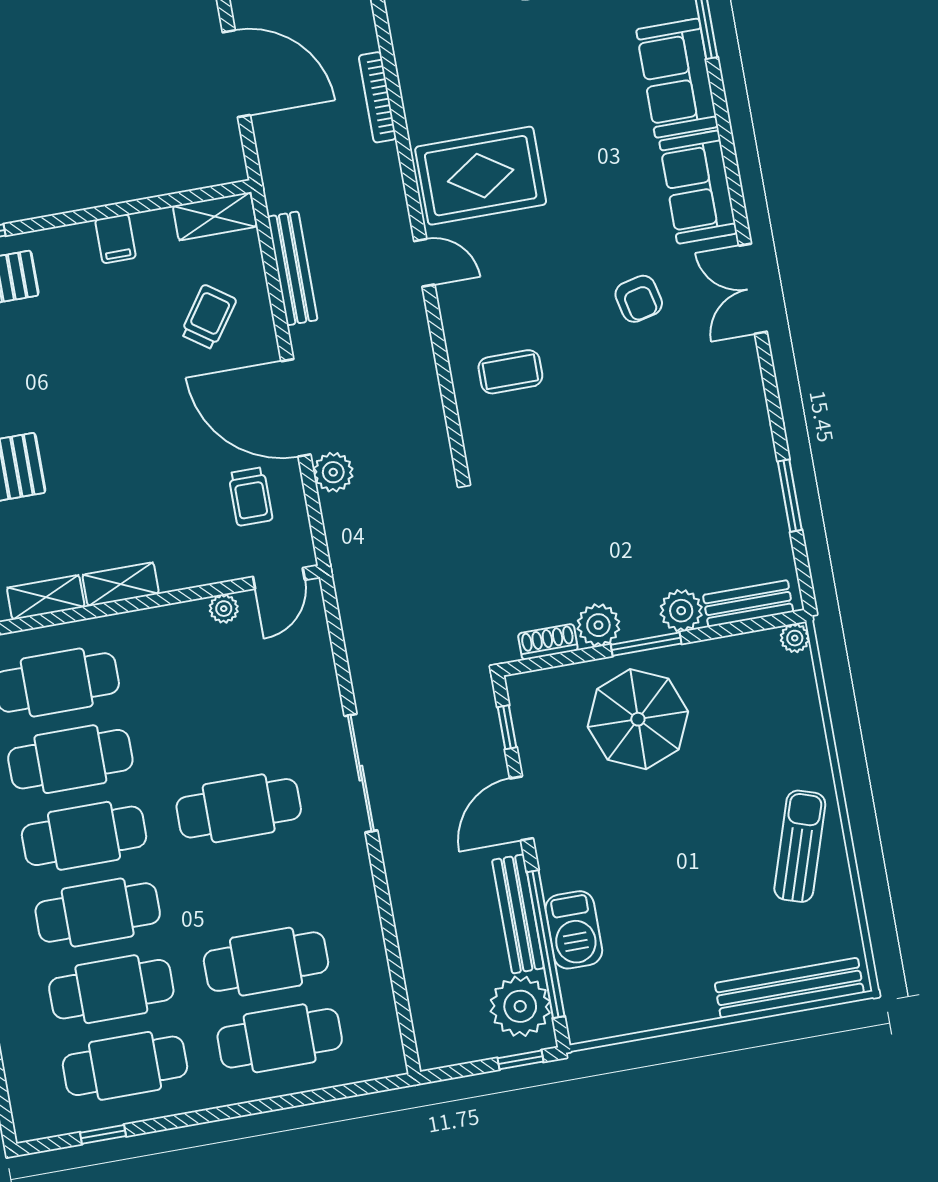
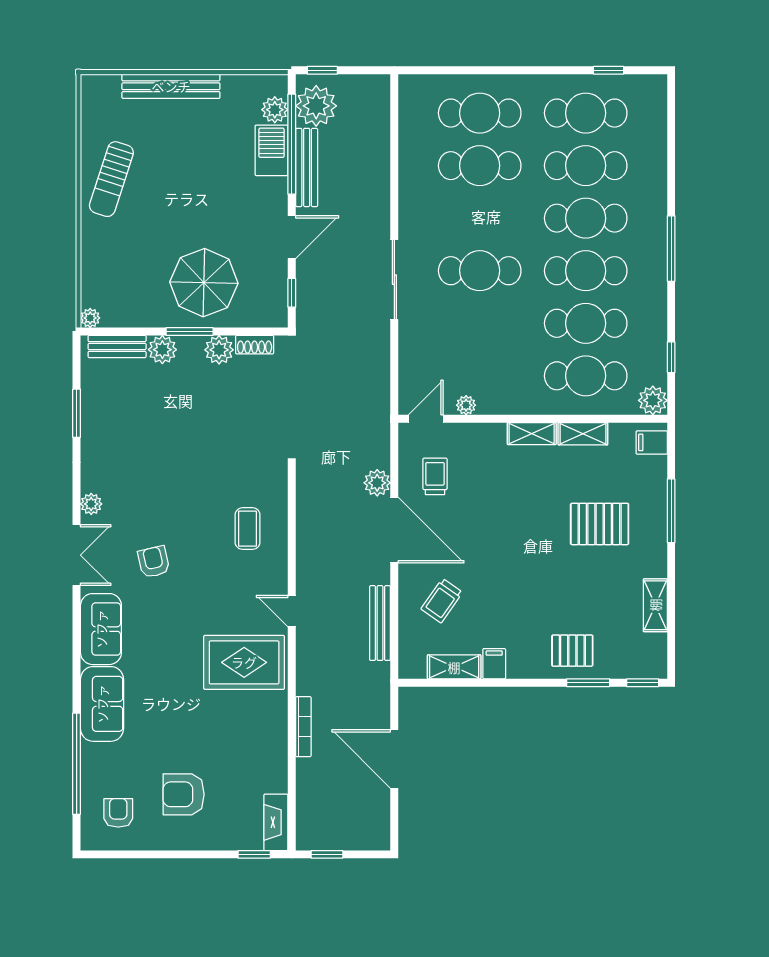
shelving: (215, 216) -> (454, 667), moved
plant: (745, 367) -> (91, 504), added
coffee table: (510, 372) -> (248, 529), turned 90
bench: (789, 988) -> (171, 86), moved
plant: (580, 990) -> (275, 110), added

